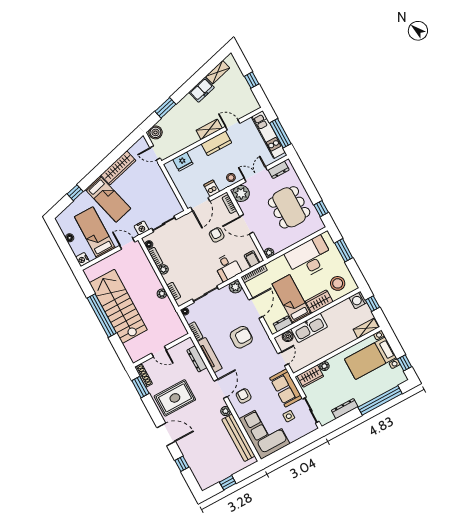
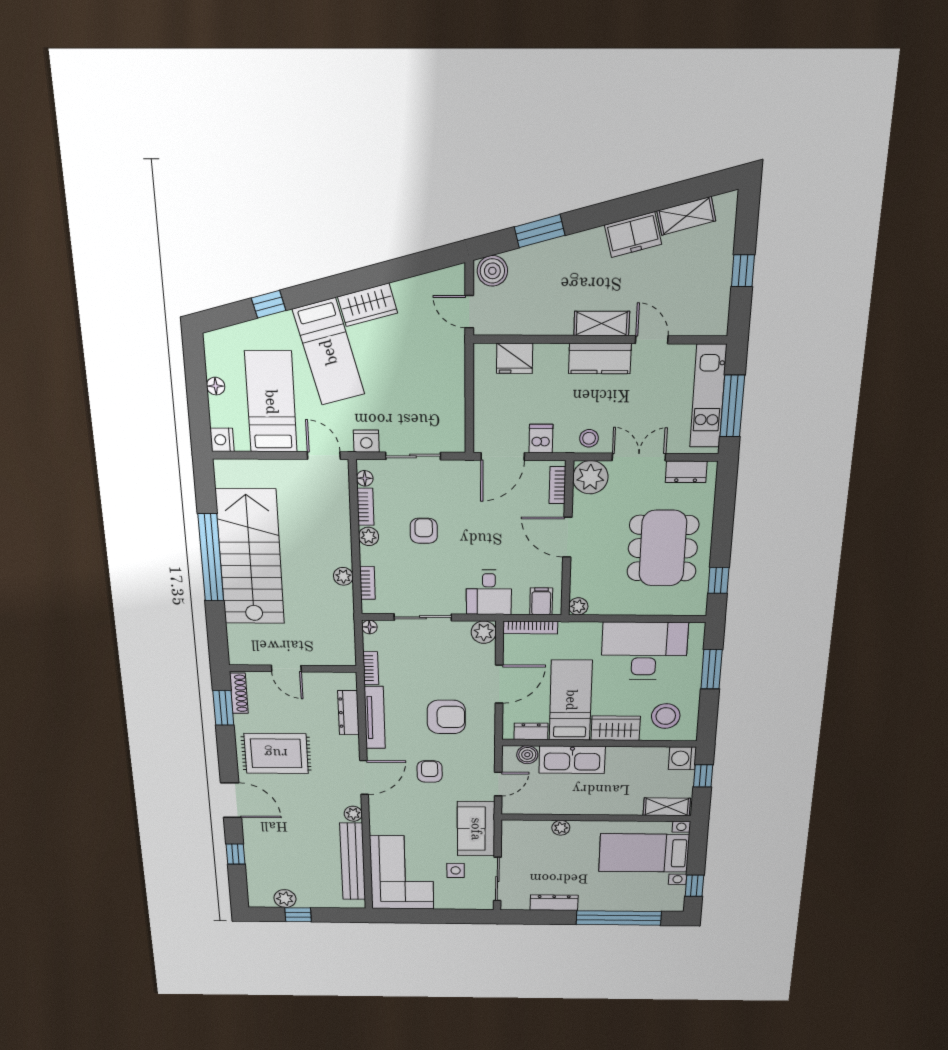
wardrobe: (118, 168) -> (368, 305), width x0.67
armchair: (217, 235) -> (424, 531), moved
wardrobe: (310, 376) -> (528, 831), removed
armchair: (244, 396) -> (430, 771), moved
plant: (217, 477) -> (285, 899), added

